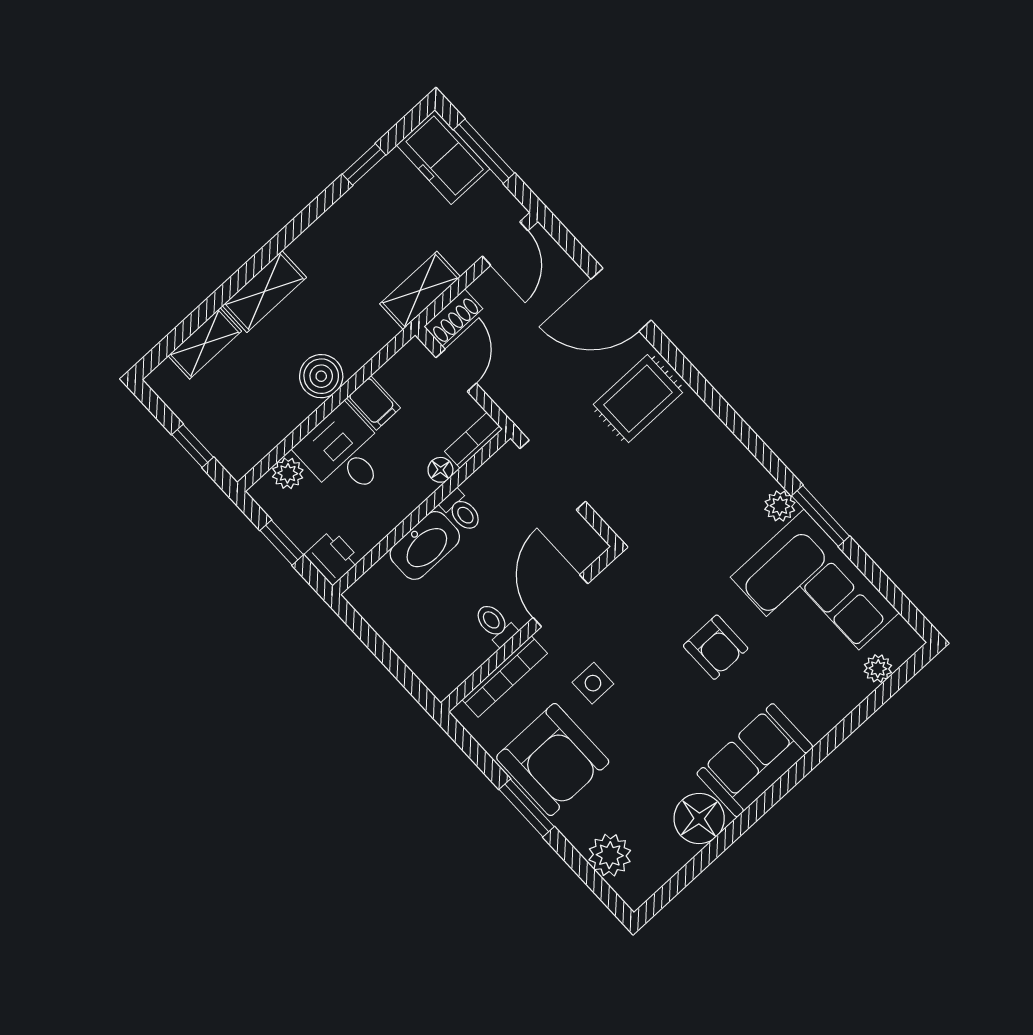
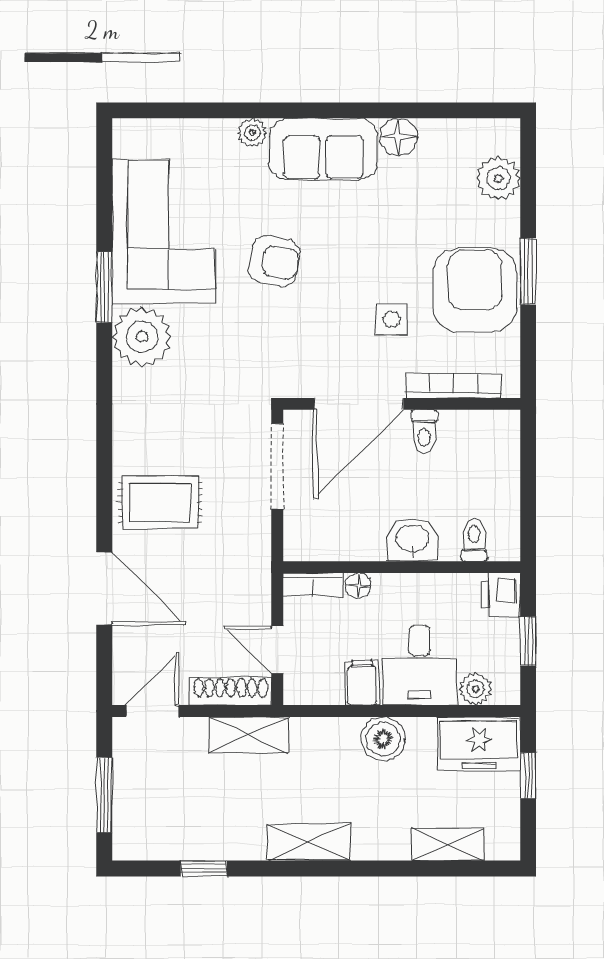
freezer: (443, 157) -> (479, 744), moved, turned 90
shelving: (264, 292) -> (308, 842), moved
shoe rack: (453, 318) -> (231, 691), width x1.43
door: (456, 370) -> (277, 650), hinge flipped
doorway: (553, 475) -> (277, 466), moved
plant: (780, 506) -> (142, 337), width x1.87, depth x1.87
toilet: (461, 511) -> (474, 540), moved
washbasin: (425, 545) -> (413, 540), width x0.72
door: (561, 601) -> (359, 404), width x1.36
armchair: (716, 647) -> (274, 261), turned 101
plant: (878, 668) -> (252, 133), moved
floor lamp: (699, 819) -> (399, 137), width x0.73, depth x0.73

